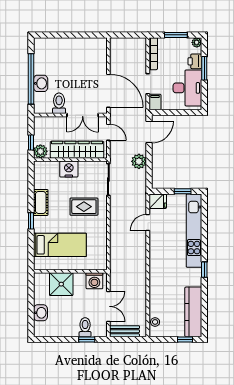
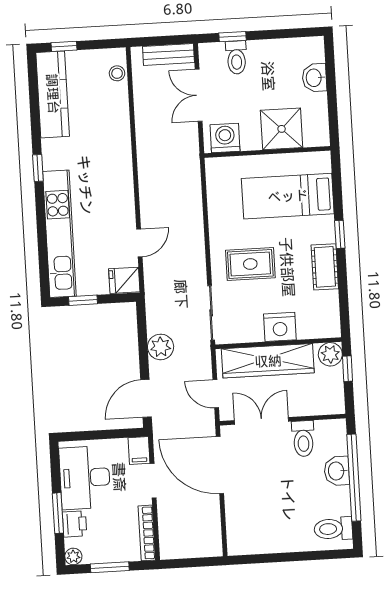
toilet: (45, 50) -> (333, 529), added

